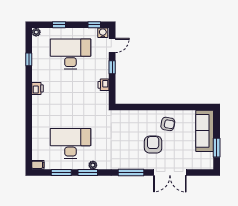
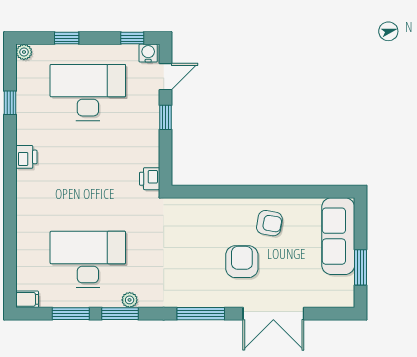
printer: (104, 85) -> (150, 179), moved

